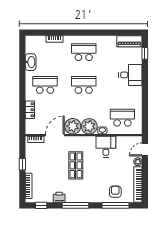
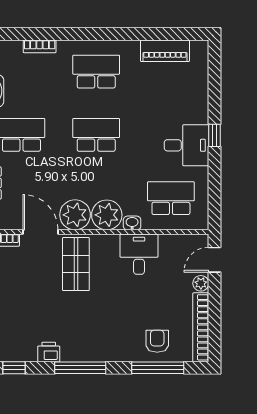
piano: (129, 41) -> (165, 51), moved
window: (145, 53) -> (215, 135), moved
desk: (130, 75) -> (187, 145), moved
door: (55, 135) -> (40, 232), hinge flipped
shop shelf: (76, 165) -> (76, 264), moved

